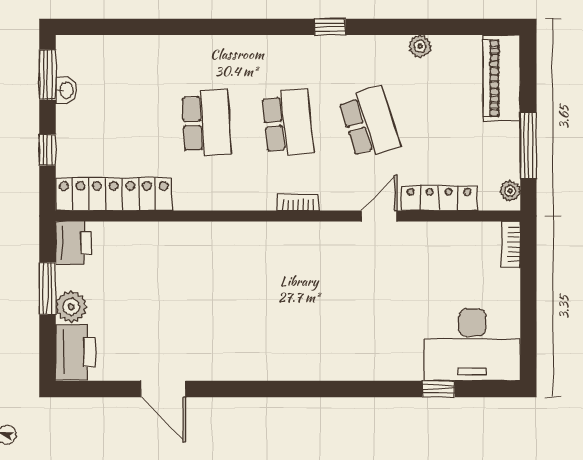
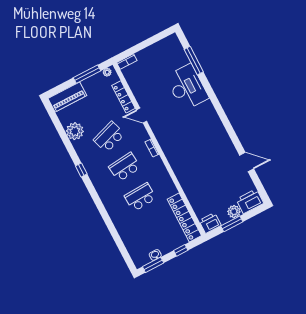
plant: (420, 46) -> (75, 131), width x1.88, depth x1.88
desk: (472, 345) -> (187, 87), moved
door: (163, 389) -> (247, 162), hinge flipped
window: (439, 389) -> (194, 61), width x2.17

